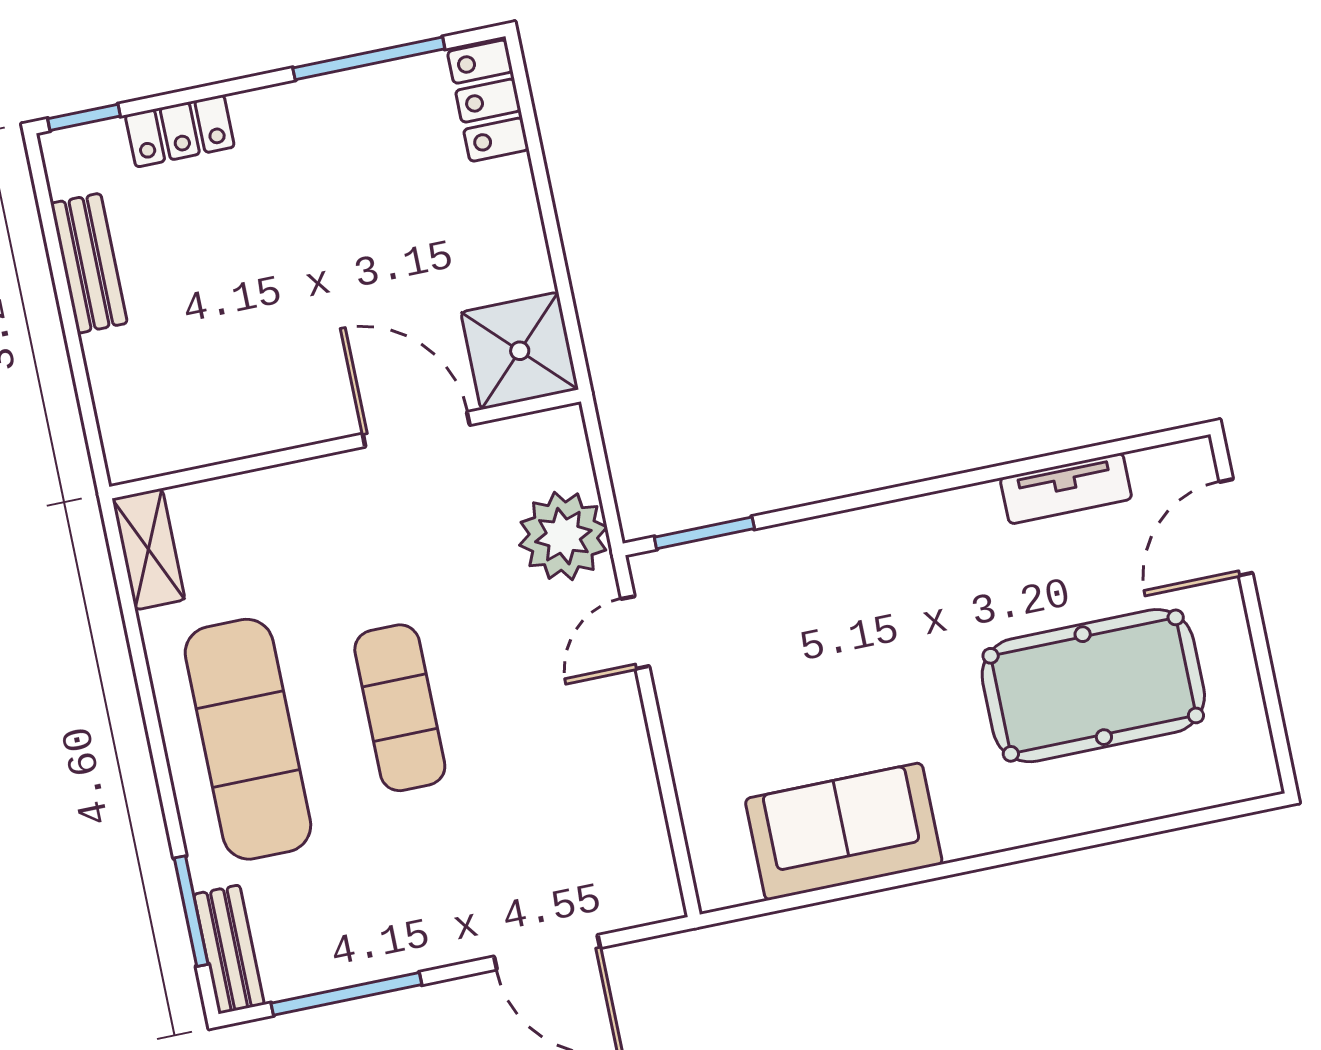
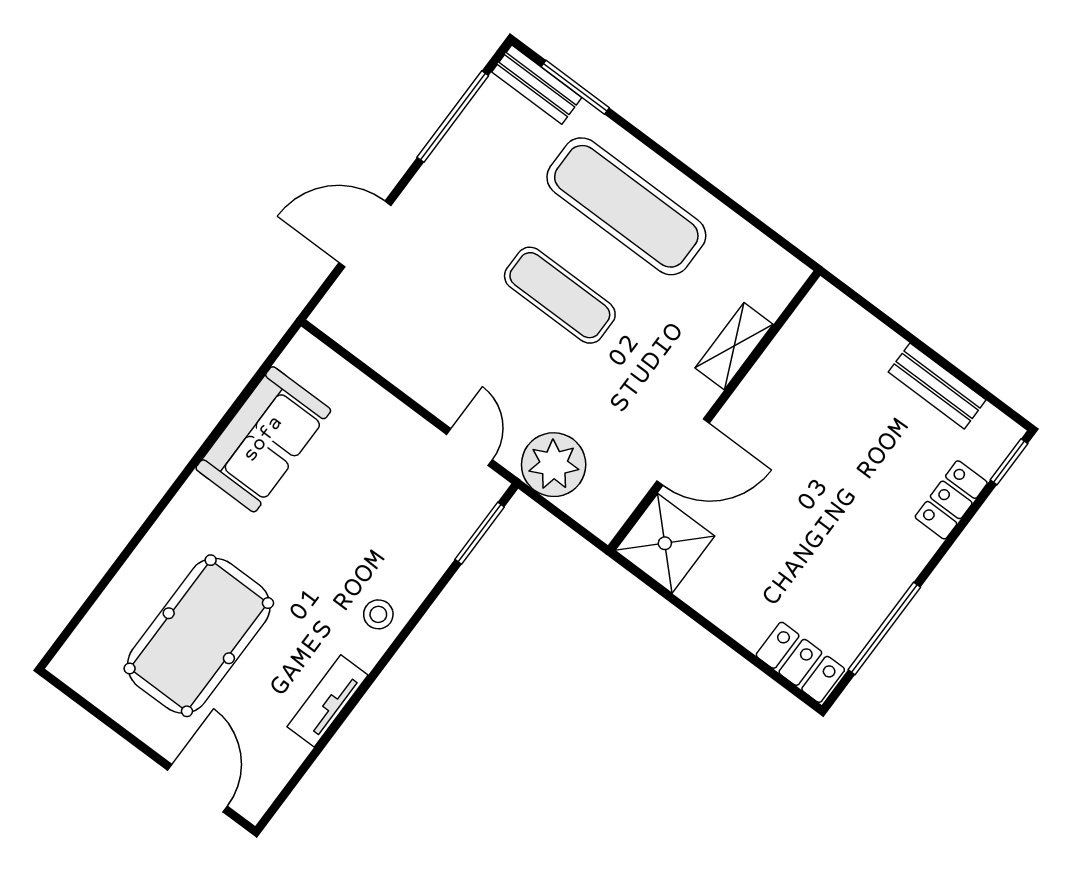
tv unit: (1066, 488) -> (327, 701), moved
stool: (886, 542) -> (378, 614), added
shelving: (148, 549) -> (734, 346), moved, turned 90

